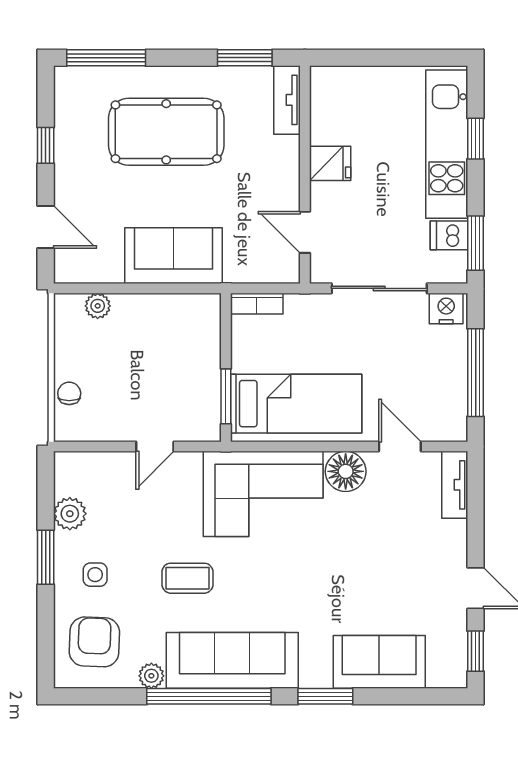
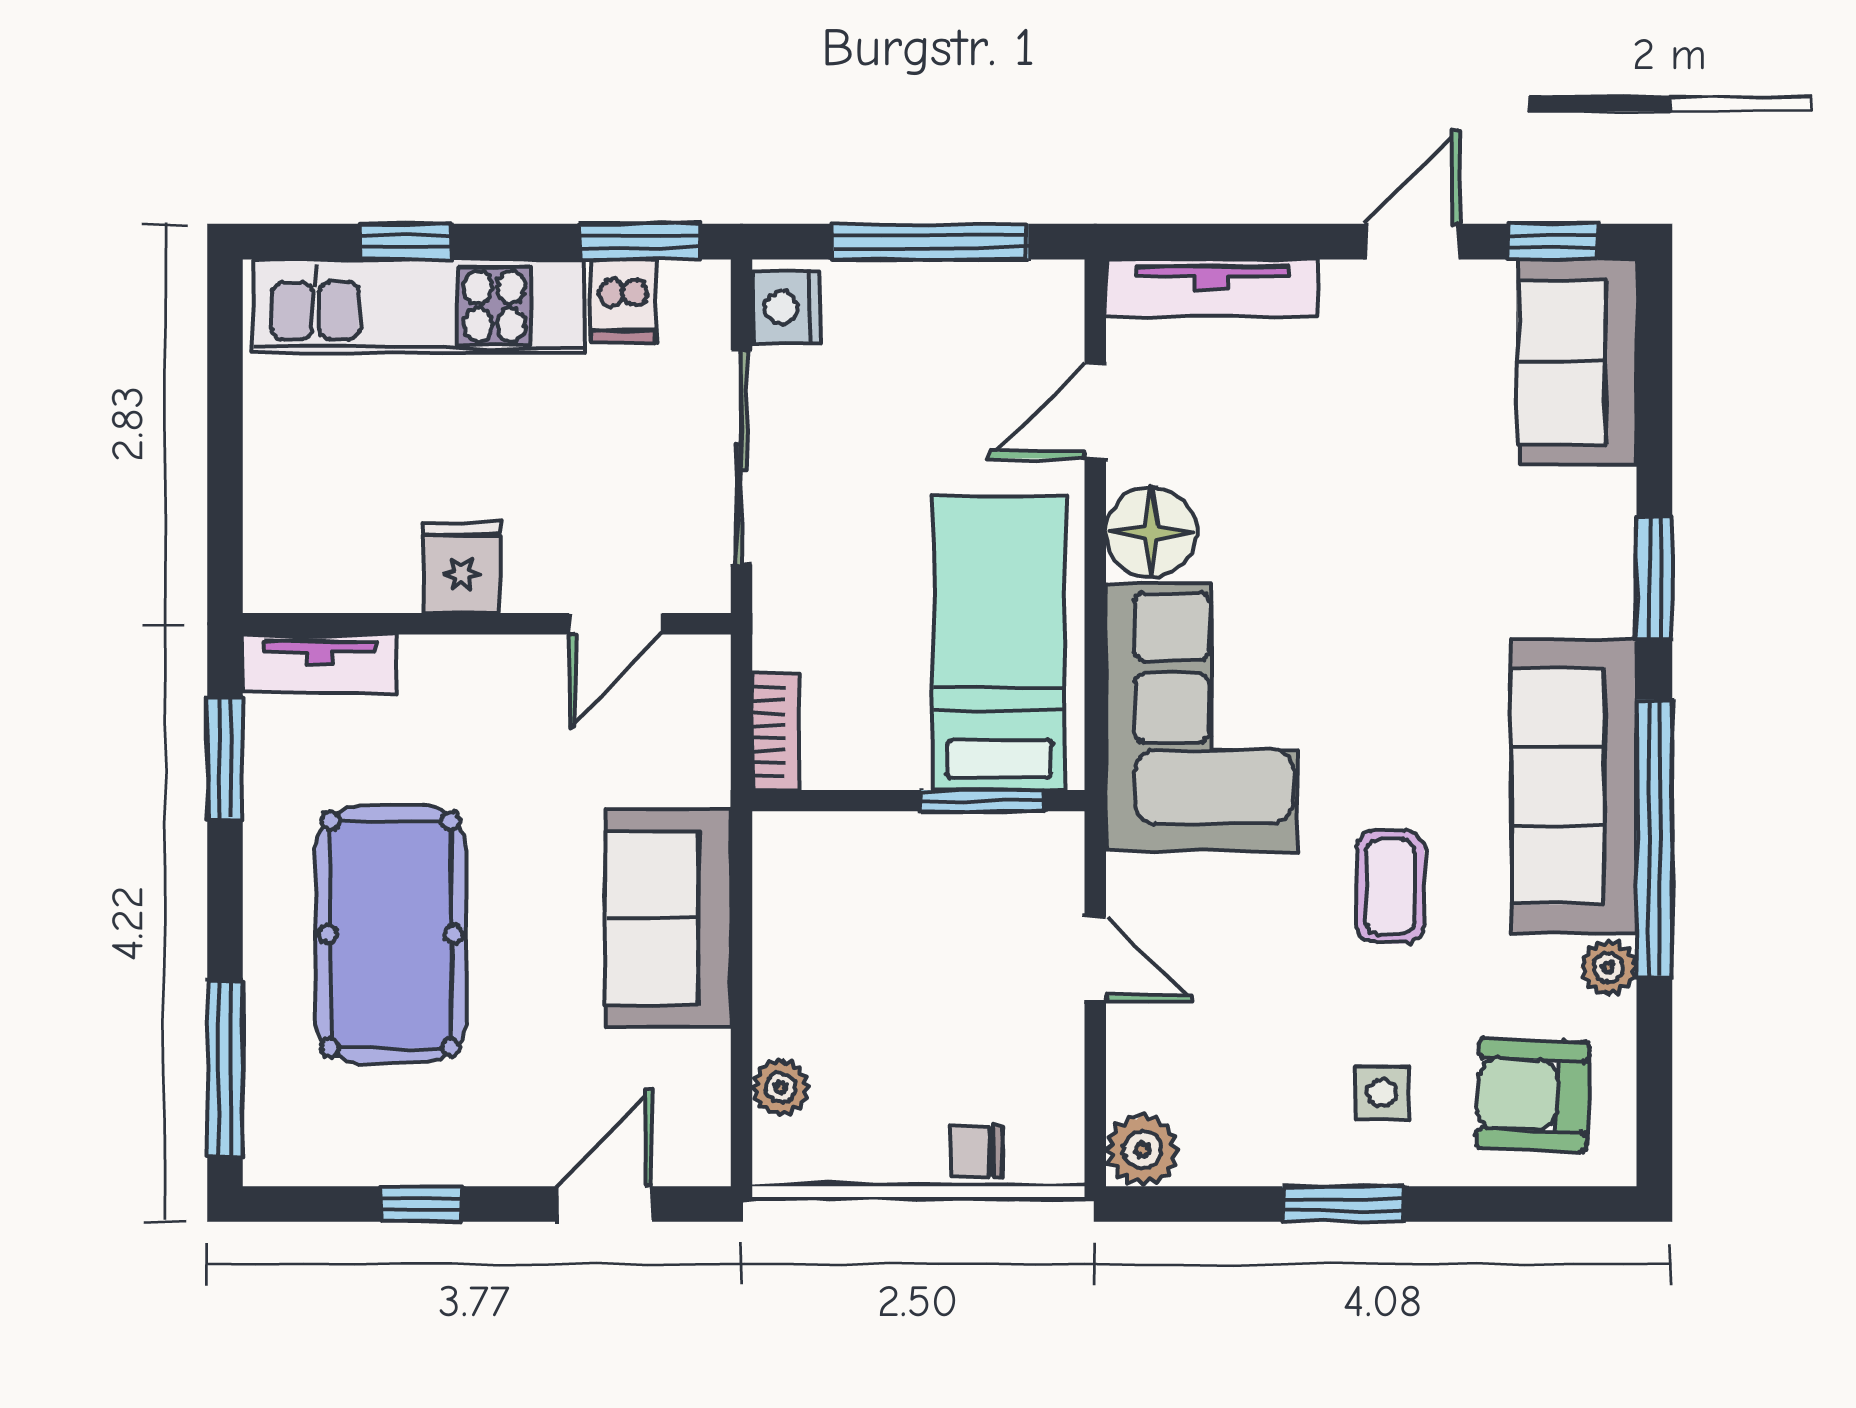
tv unit: (455, 485) -> (1212, 288), width x1.41
plant: (70, 514) -> (1142, 1150), moved
sofa: (379, 662) -> (1577, 362), moved

